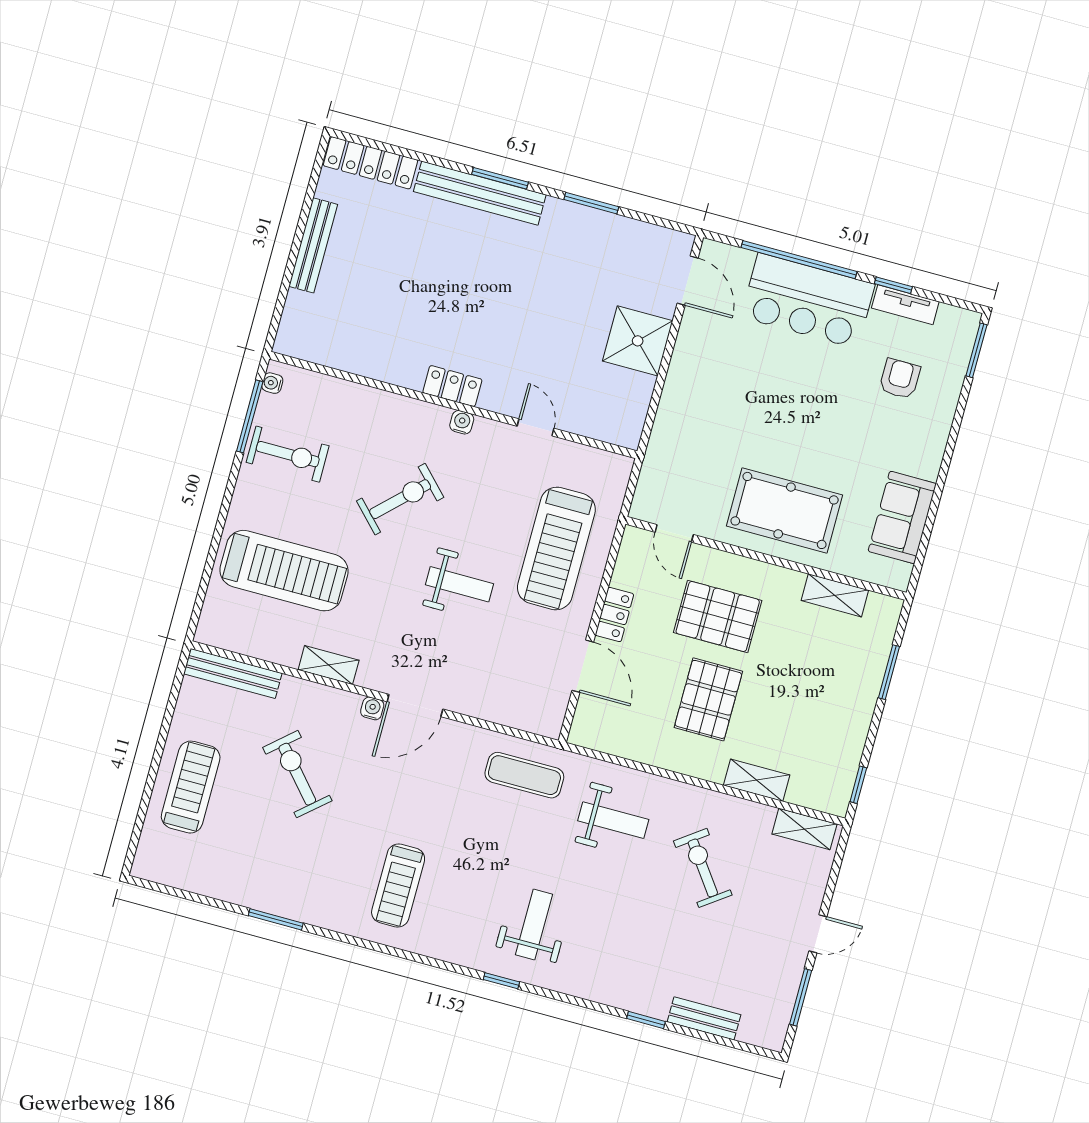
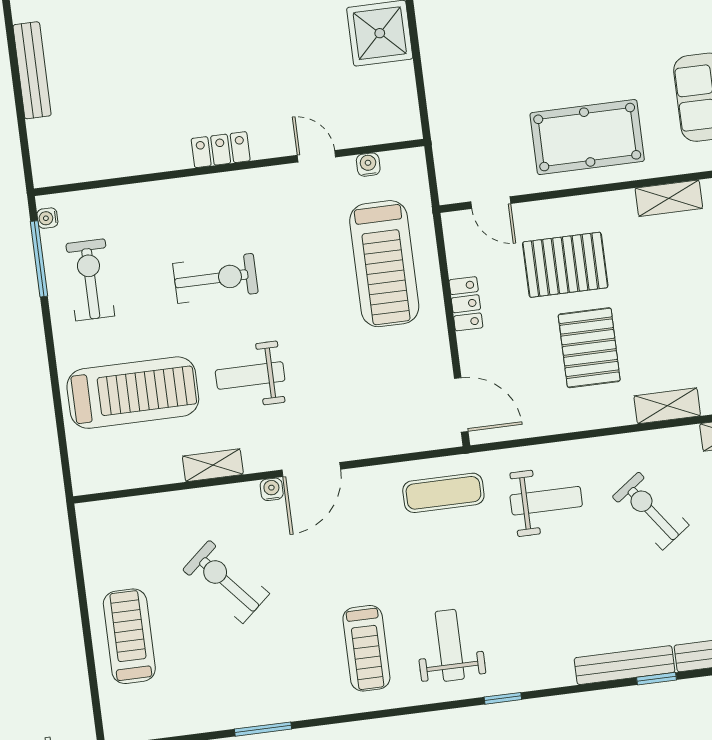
water cooler: (462, 422) -> (368, 165), moved
exercise bike: (288, 454) -> (90, 280), turned -90
exercise bike: (400, 499) -> (215, 278), turned 44
weight bench: (460, 584) -> (250, 375), moved, turned 180
door: (583, 666) -> (461, 405), moved
bench: (233, 673) -> (625, 665), moved
weight bench: (534, 924) -> (450, 645), moved

